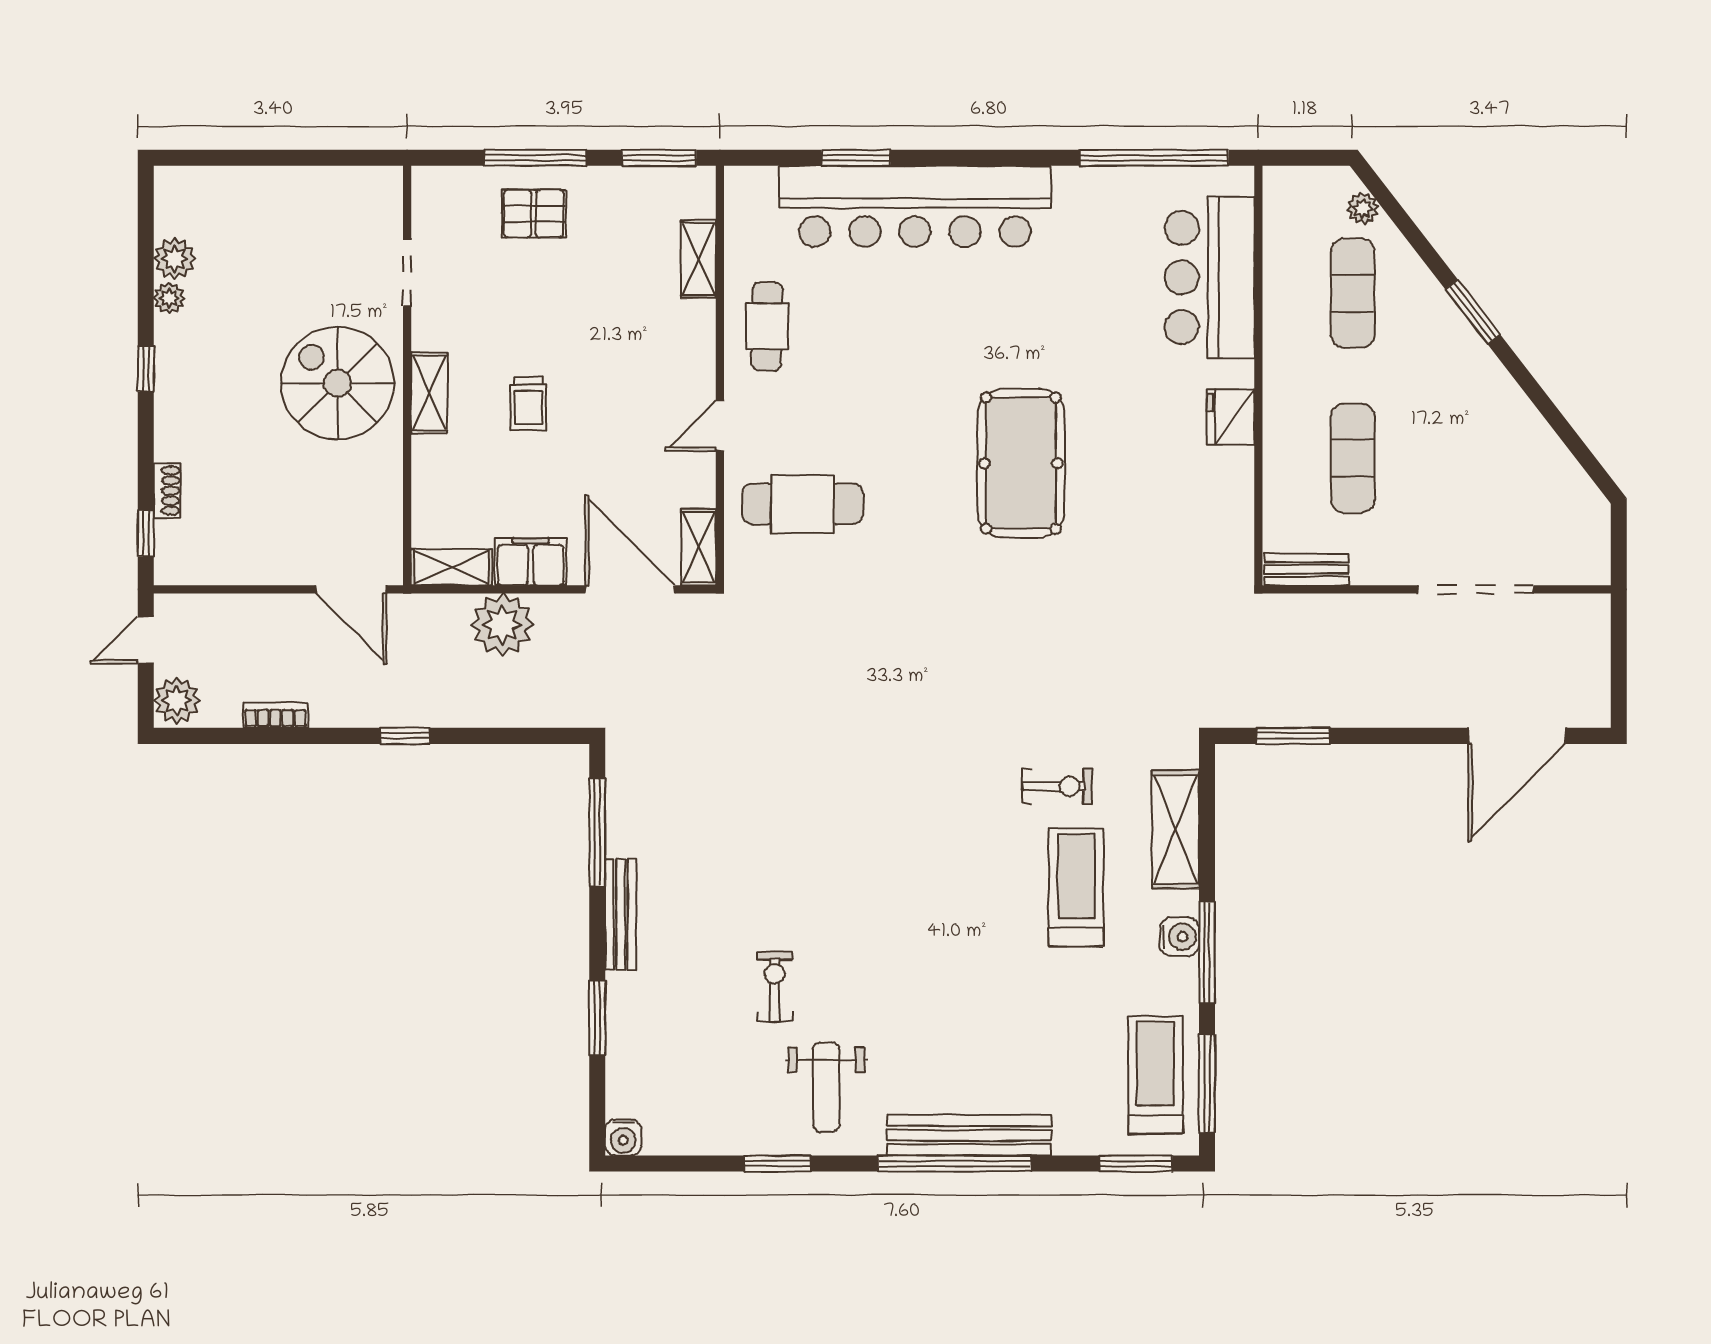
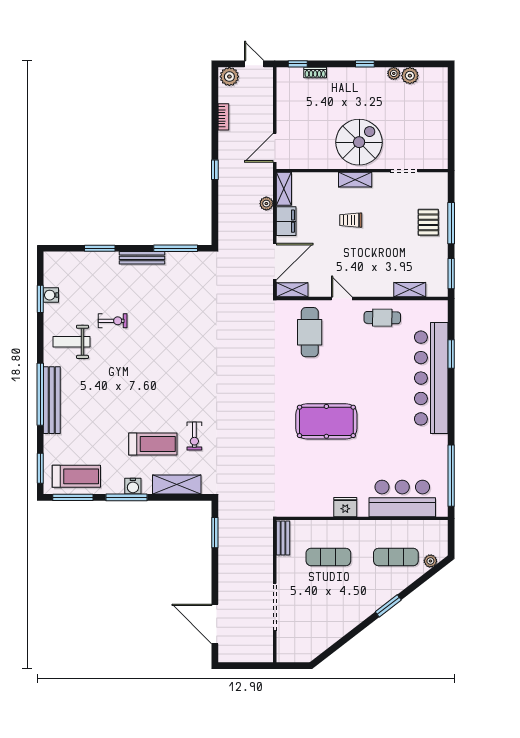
plant: (502, 625) -> (266, 204), width x0.53, depth x0.53
water cooler: (623, 1137) -> (51, 295), moved
window: (778, 1164) -> (40, 299), moved

